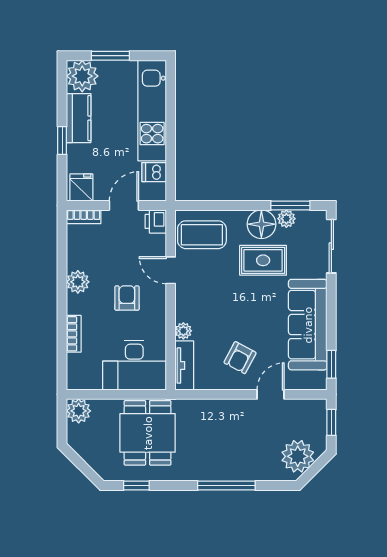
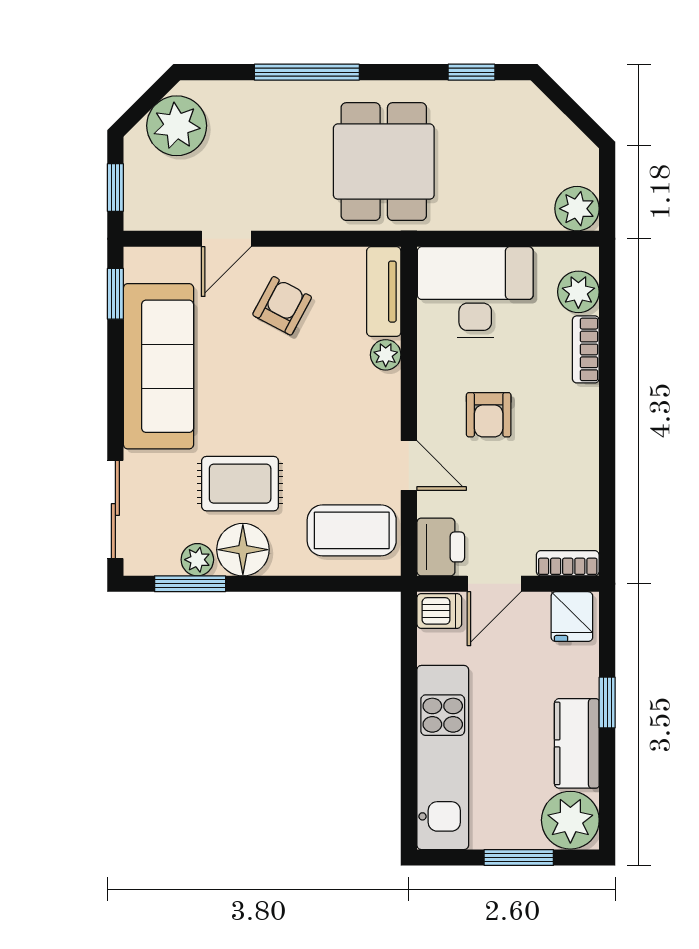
dishwasher: (154, 172) -> (439, 611), moved
printer: (156, 221) -> (441, 547), width x1.36, depth x1.24
plant: (78, 282) -> (578, 292), moved
dining table: (148, 433) -> (384, 162), moved

